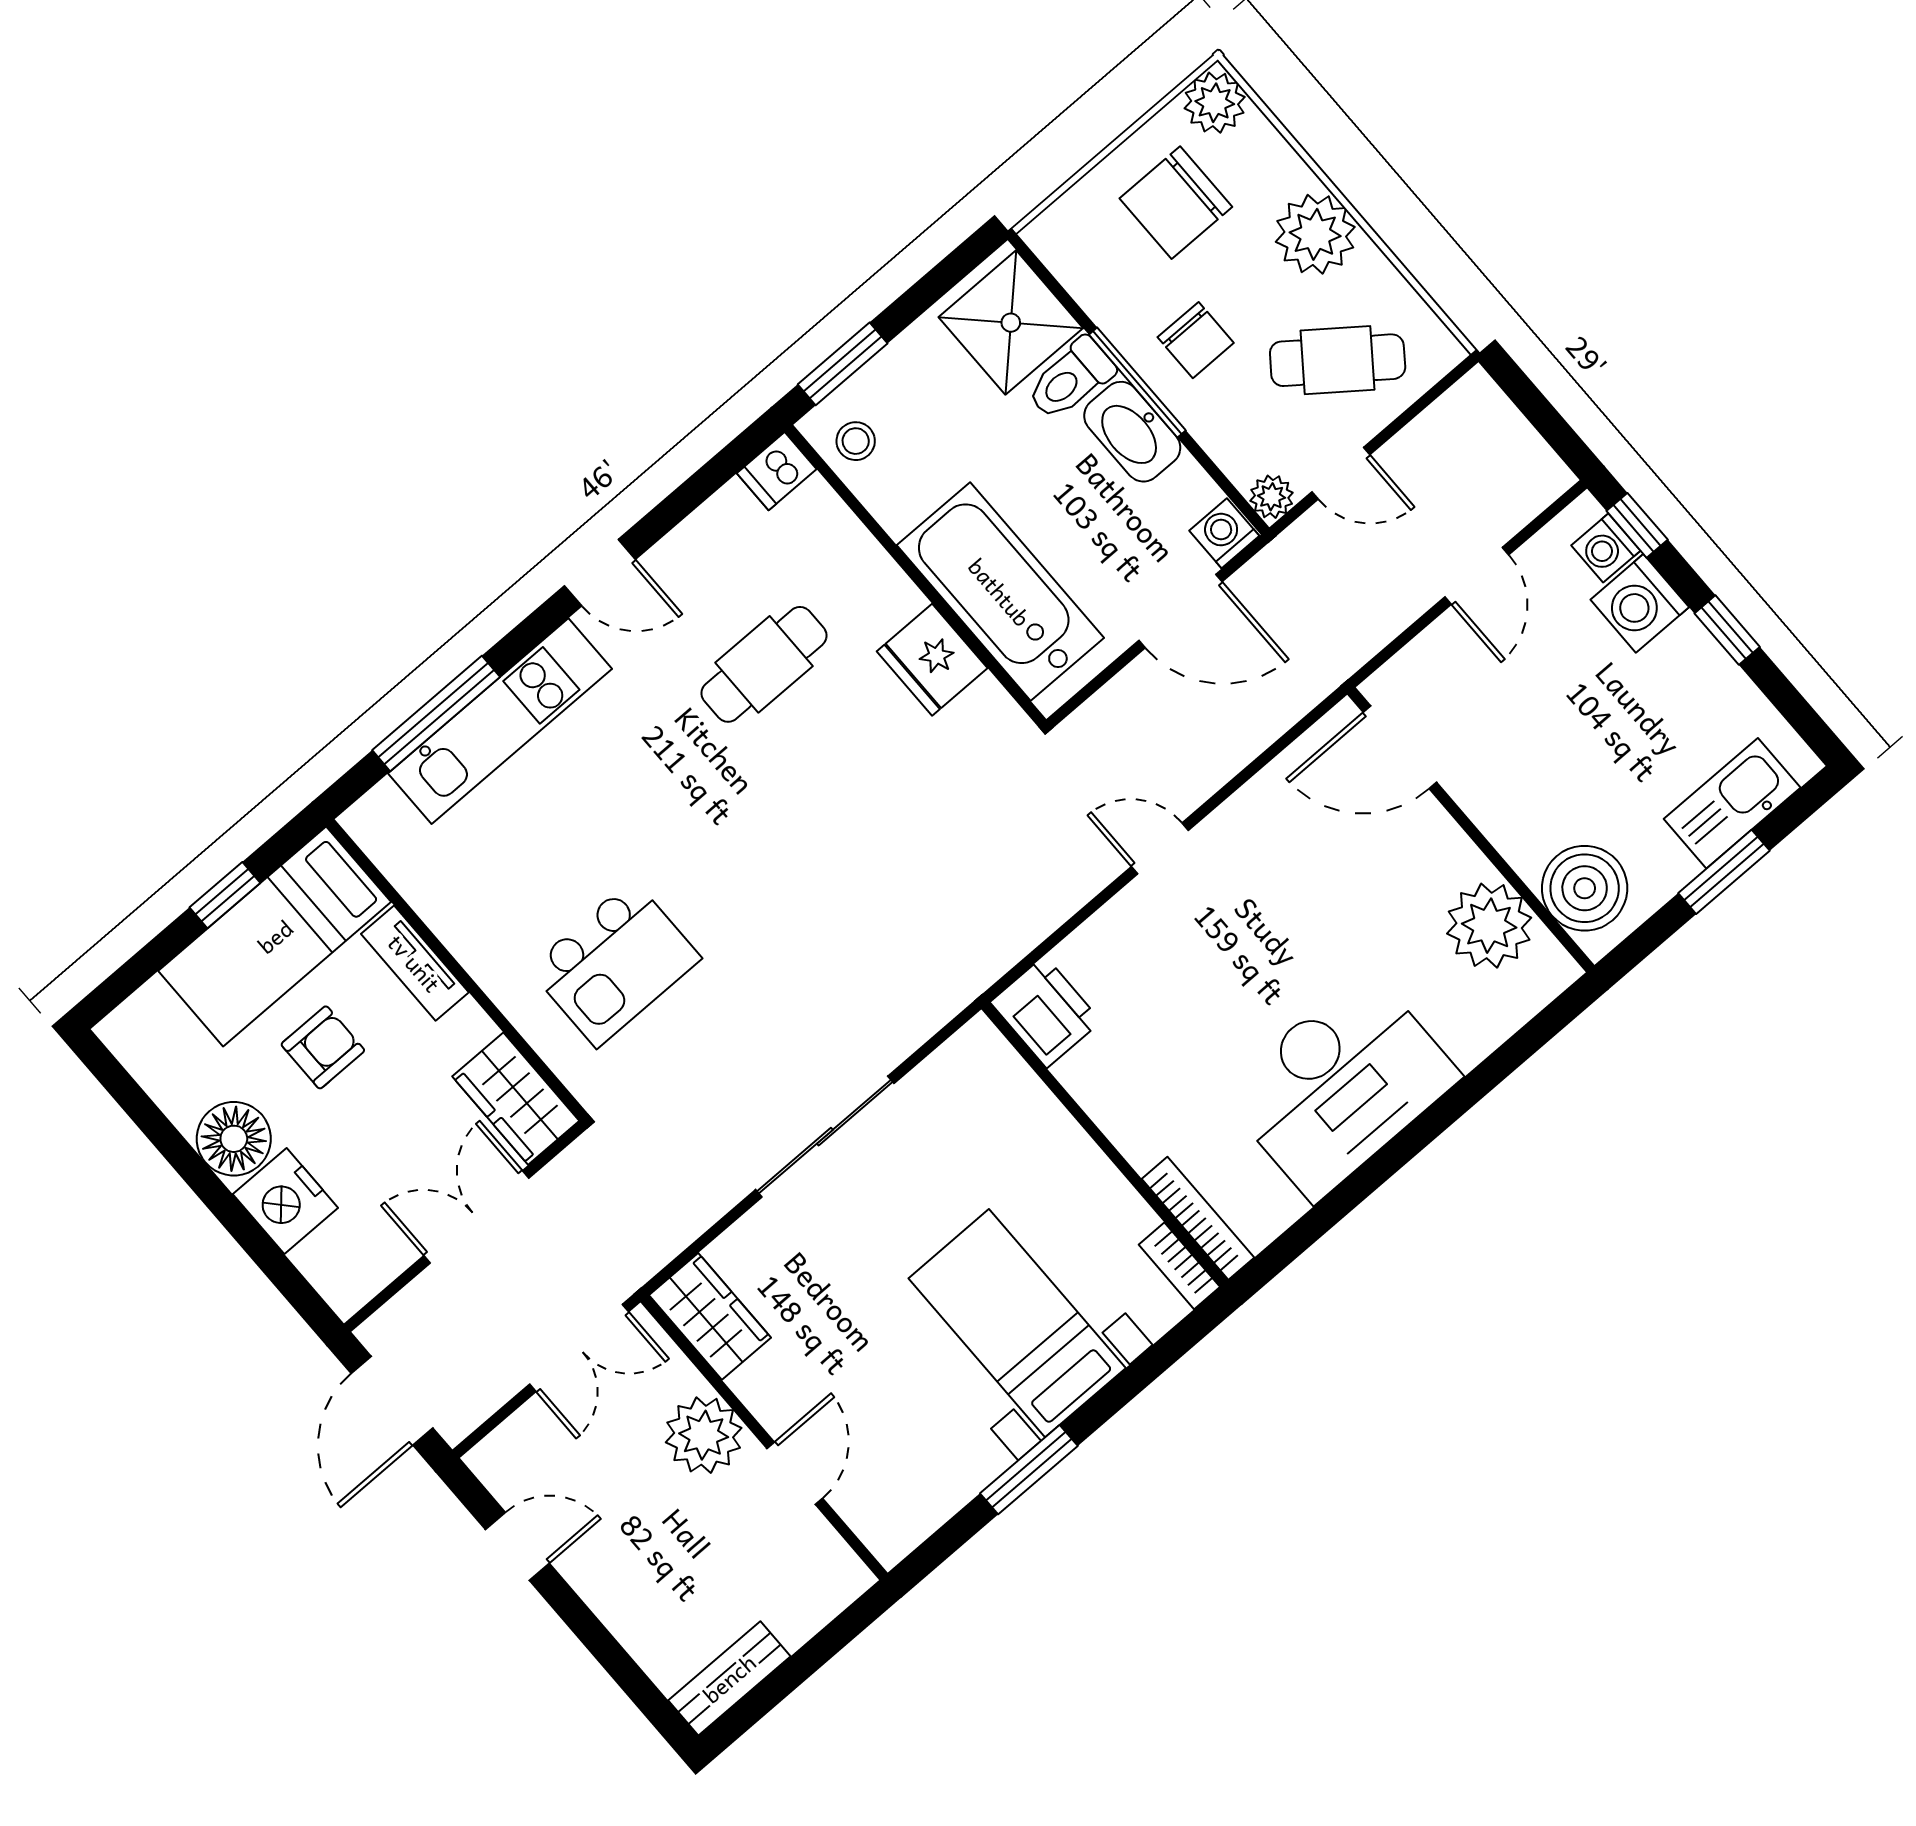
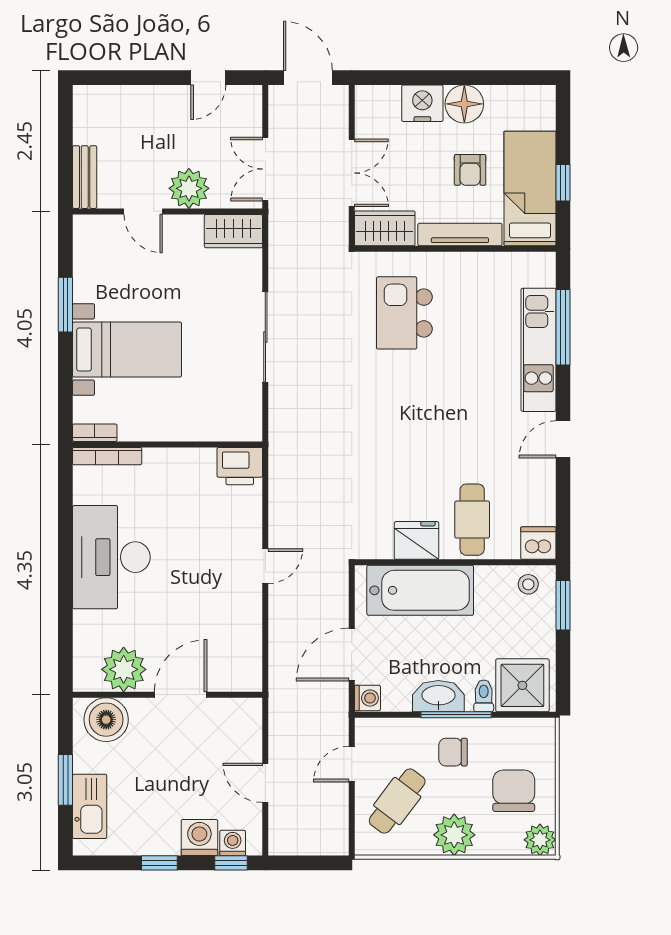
toilet: (1071, 379) -> (484, 696), width x0.73, depth x0.72
dishwasher: (777, 471) -> (538, 543), width x1.38
plant: (1272, 497) -> (366, 729), removed
cafe table: (764, 664) -> (472, 520), moved
door: (1400, 747) -> (181, 695), moved
tv unit: (415, 963) -> (460, 235), width x1.41
bench: (729, 1678) -> (85, 177), moved

